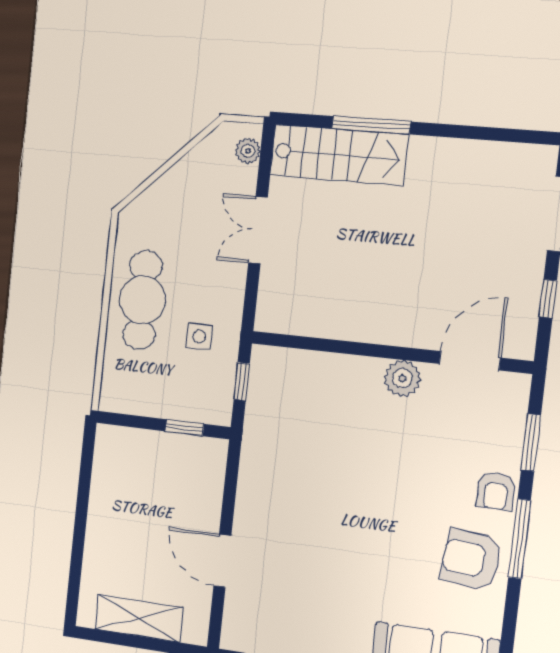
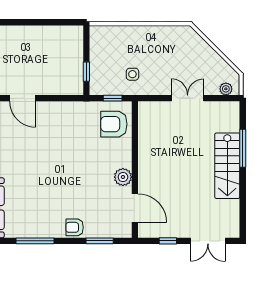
stairs: (339, 155) -> (227, 166), moved
cafe table: (142, 300) -> (148, 43), removed
window: (519, 539) -> (35, 241), moved
armchair: (471, 560) -> (114, 124), moved, turned -96
door: (222, 561) -> (23, 98), swing flipped

